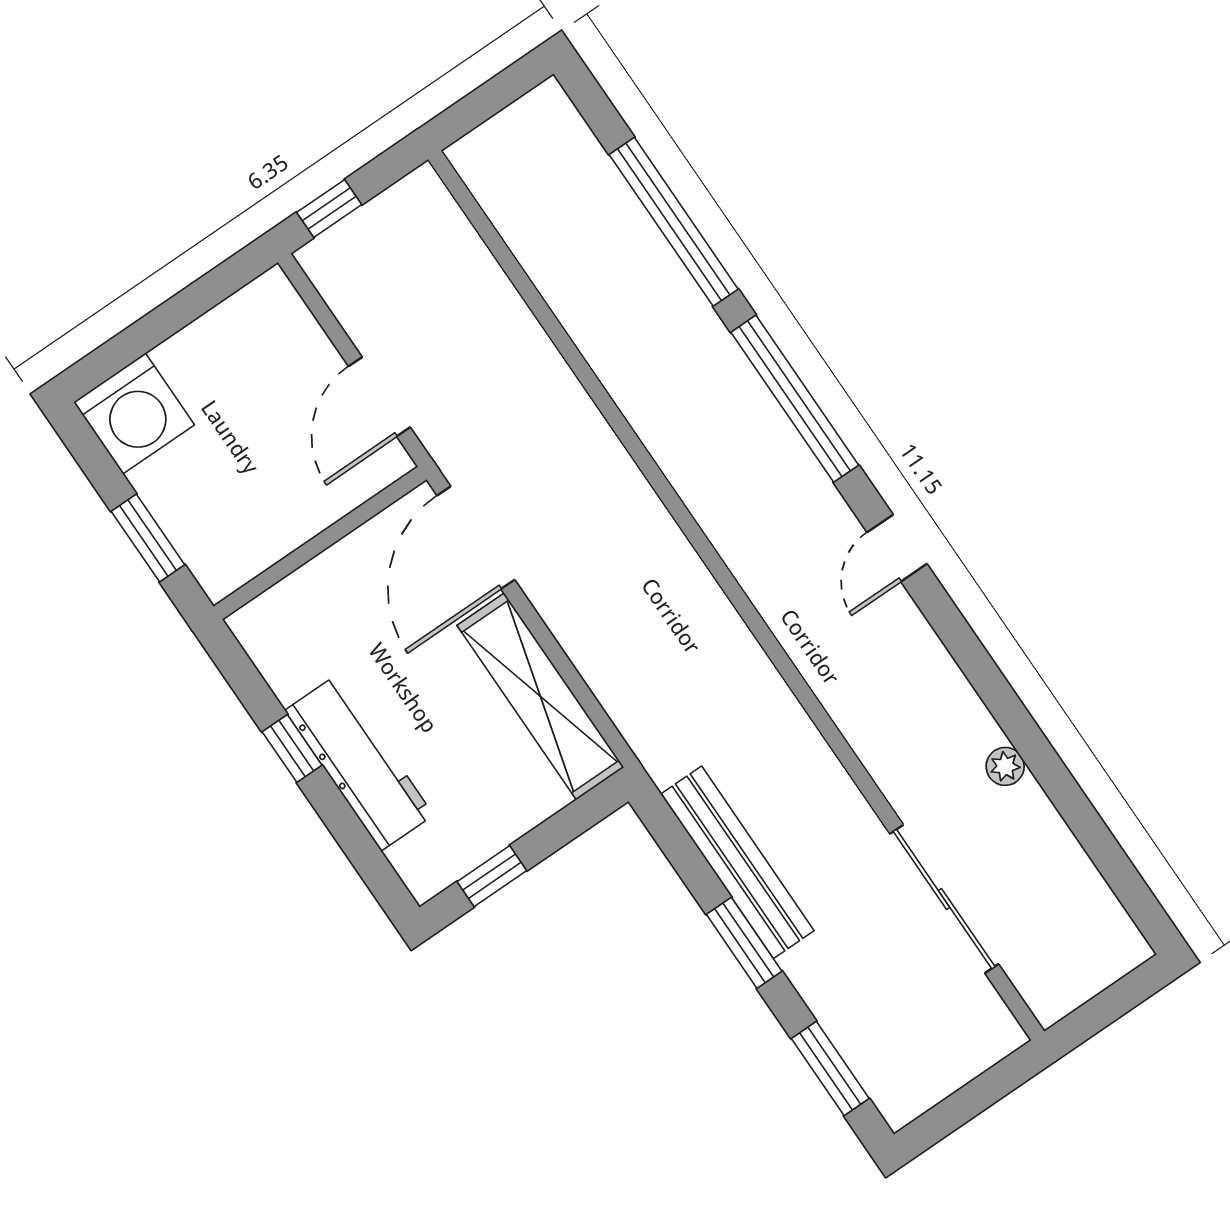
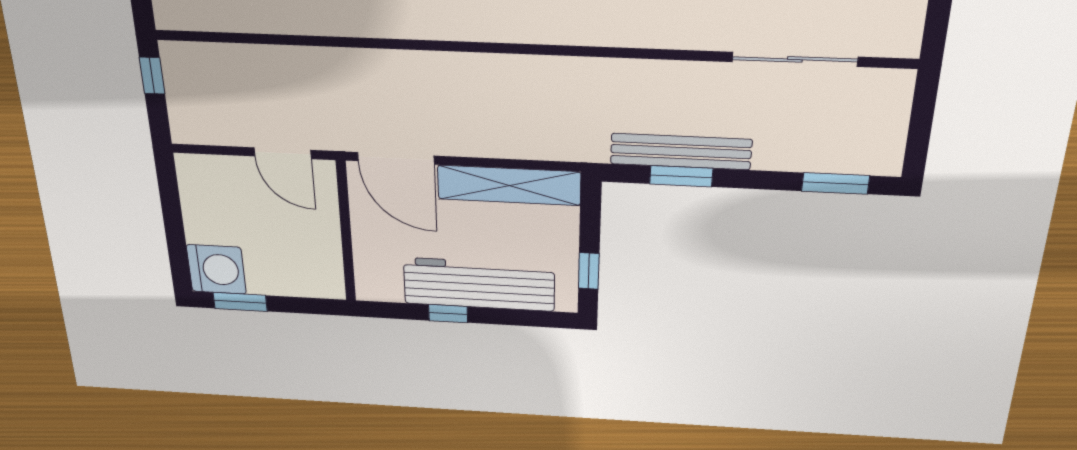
window: (329, 209) -> (152, 76), moved
window: (148, 538) -> (240, 302), moved
workbench: (359, 763) -> (479, 284), width x1.36, depth x1.32
window: (744, 943) -> (681, 176), moved

